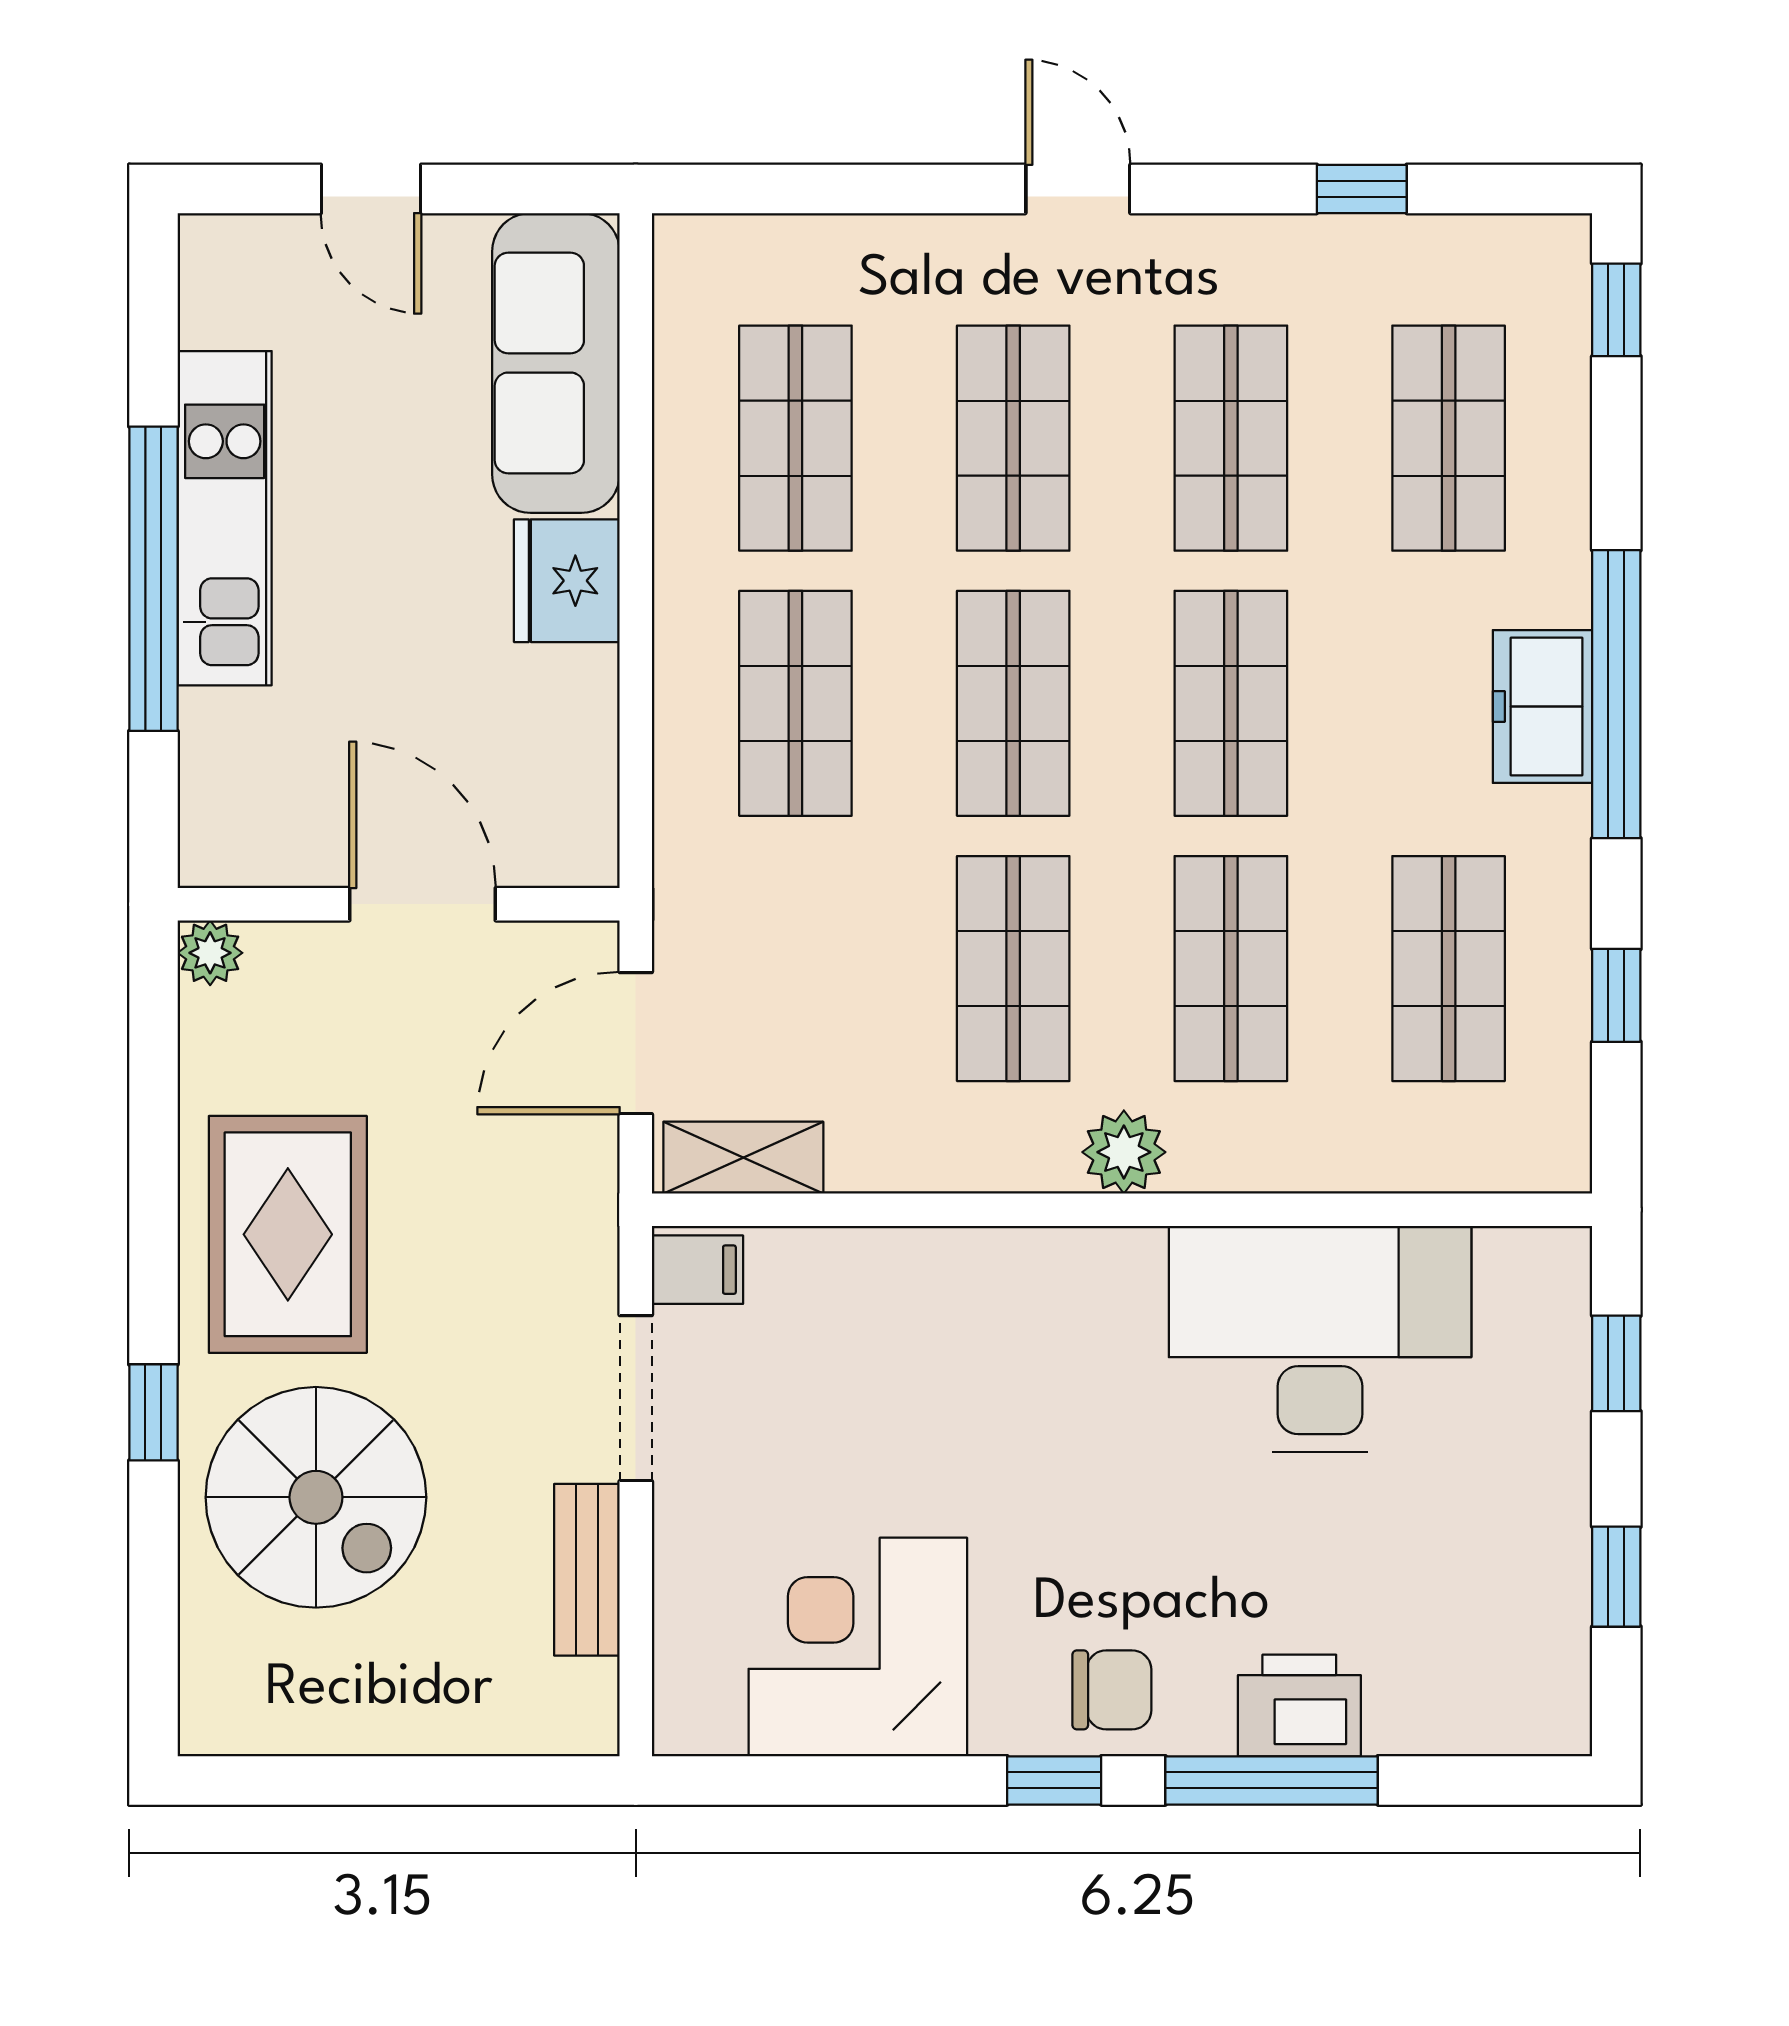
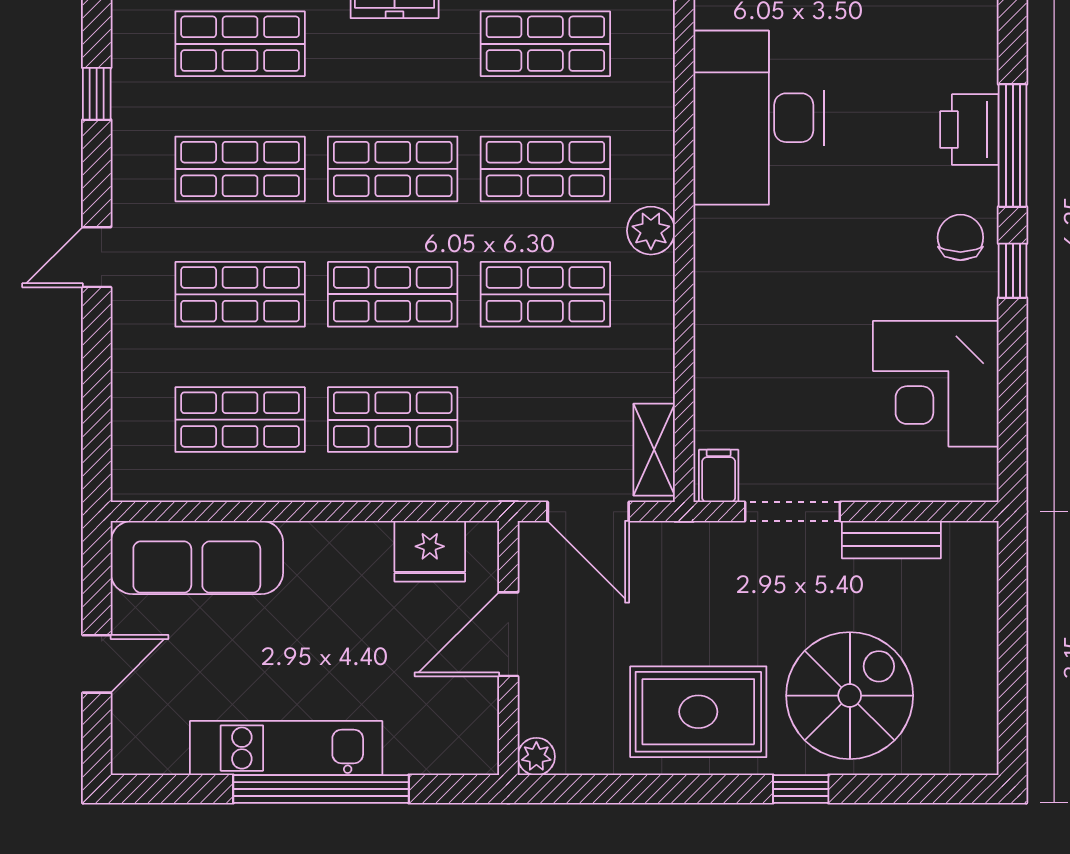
fridge: (567, 581) -> (430, 551), moved

